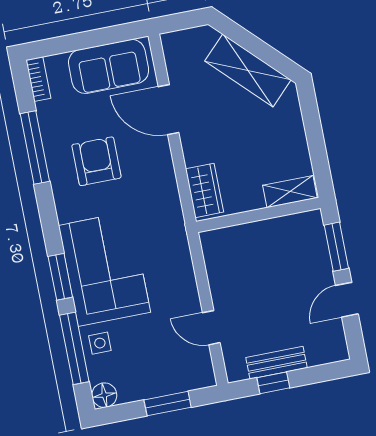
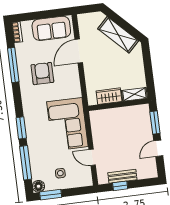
door: (168, 110) -> (79, 51), hinge flipped
wardrobe: (205, 190) -> (109, 96), moved, turned -90
corner sofa: (104, 269) -> (67, 124), moved, turned 180
side table: (100, 343) -> (60, 173), moved
window: (168, 404) -> (51, 195), moved

